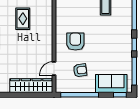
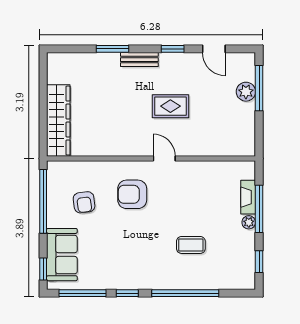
armchair: (75, 42) -> (132, 194), turned 180
door: (54, 68) -> (164, 159), moved

